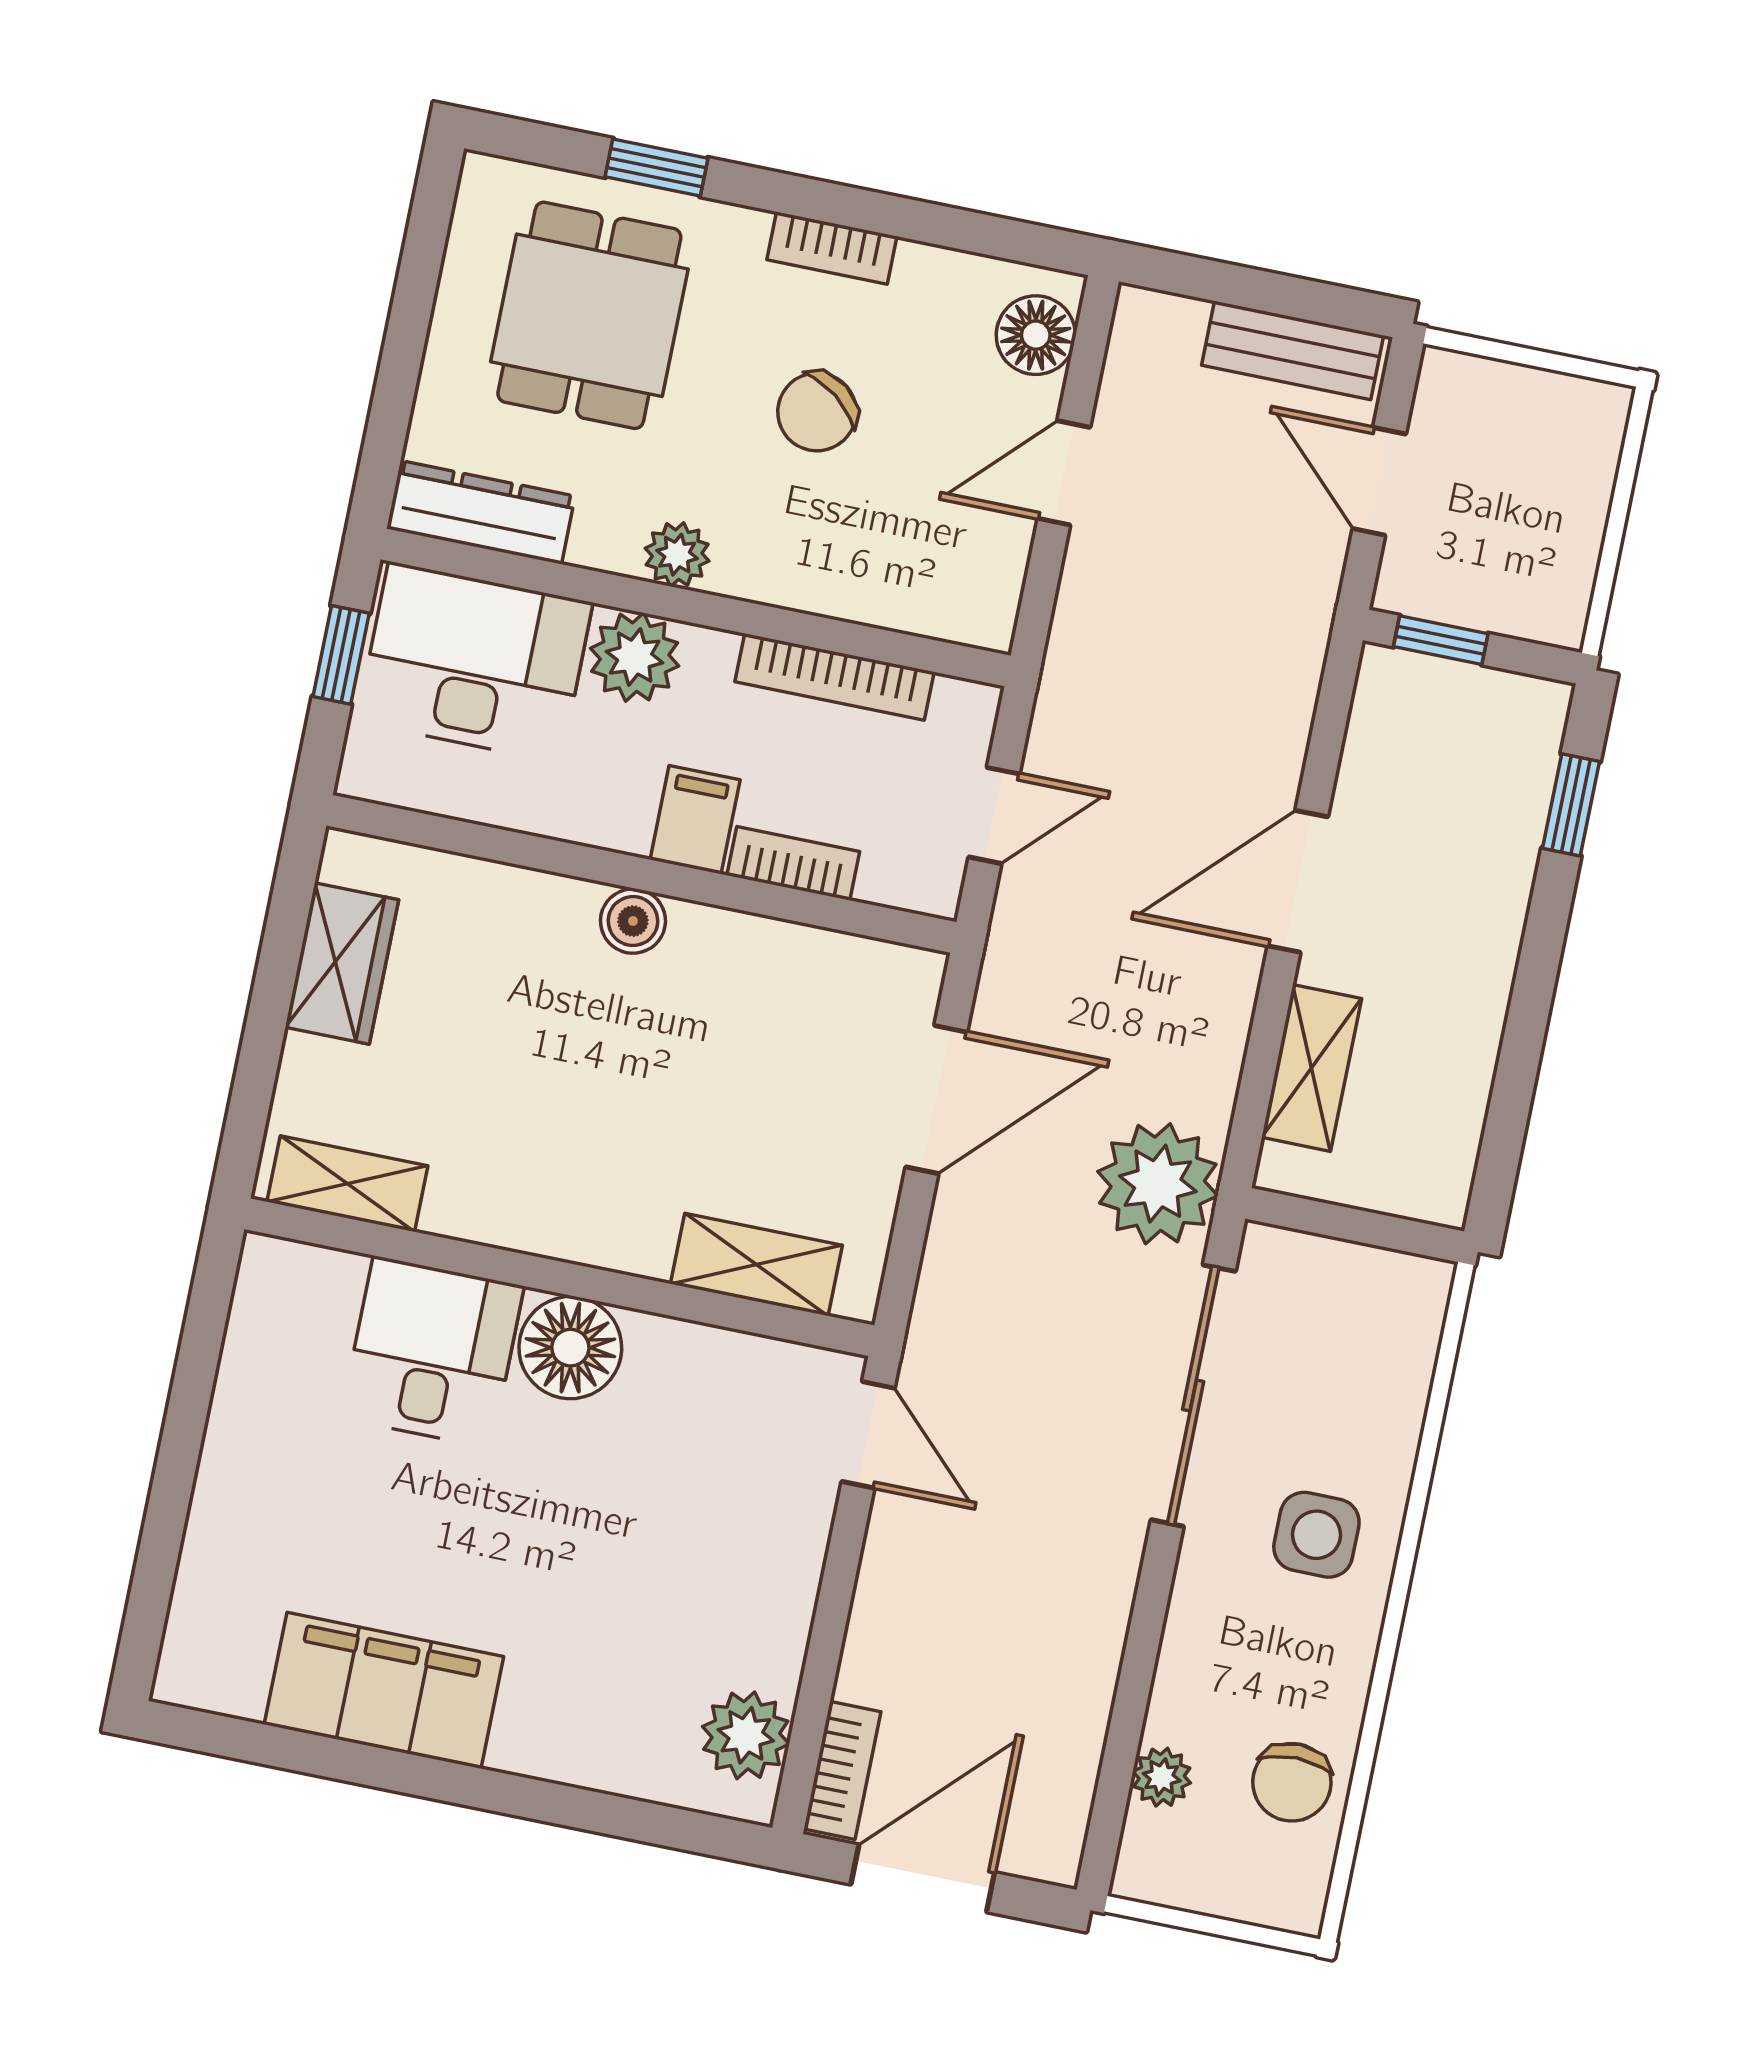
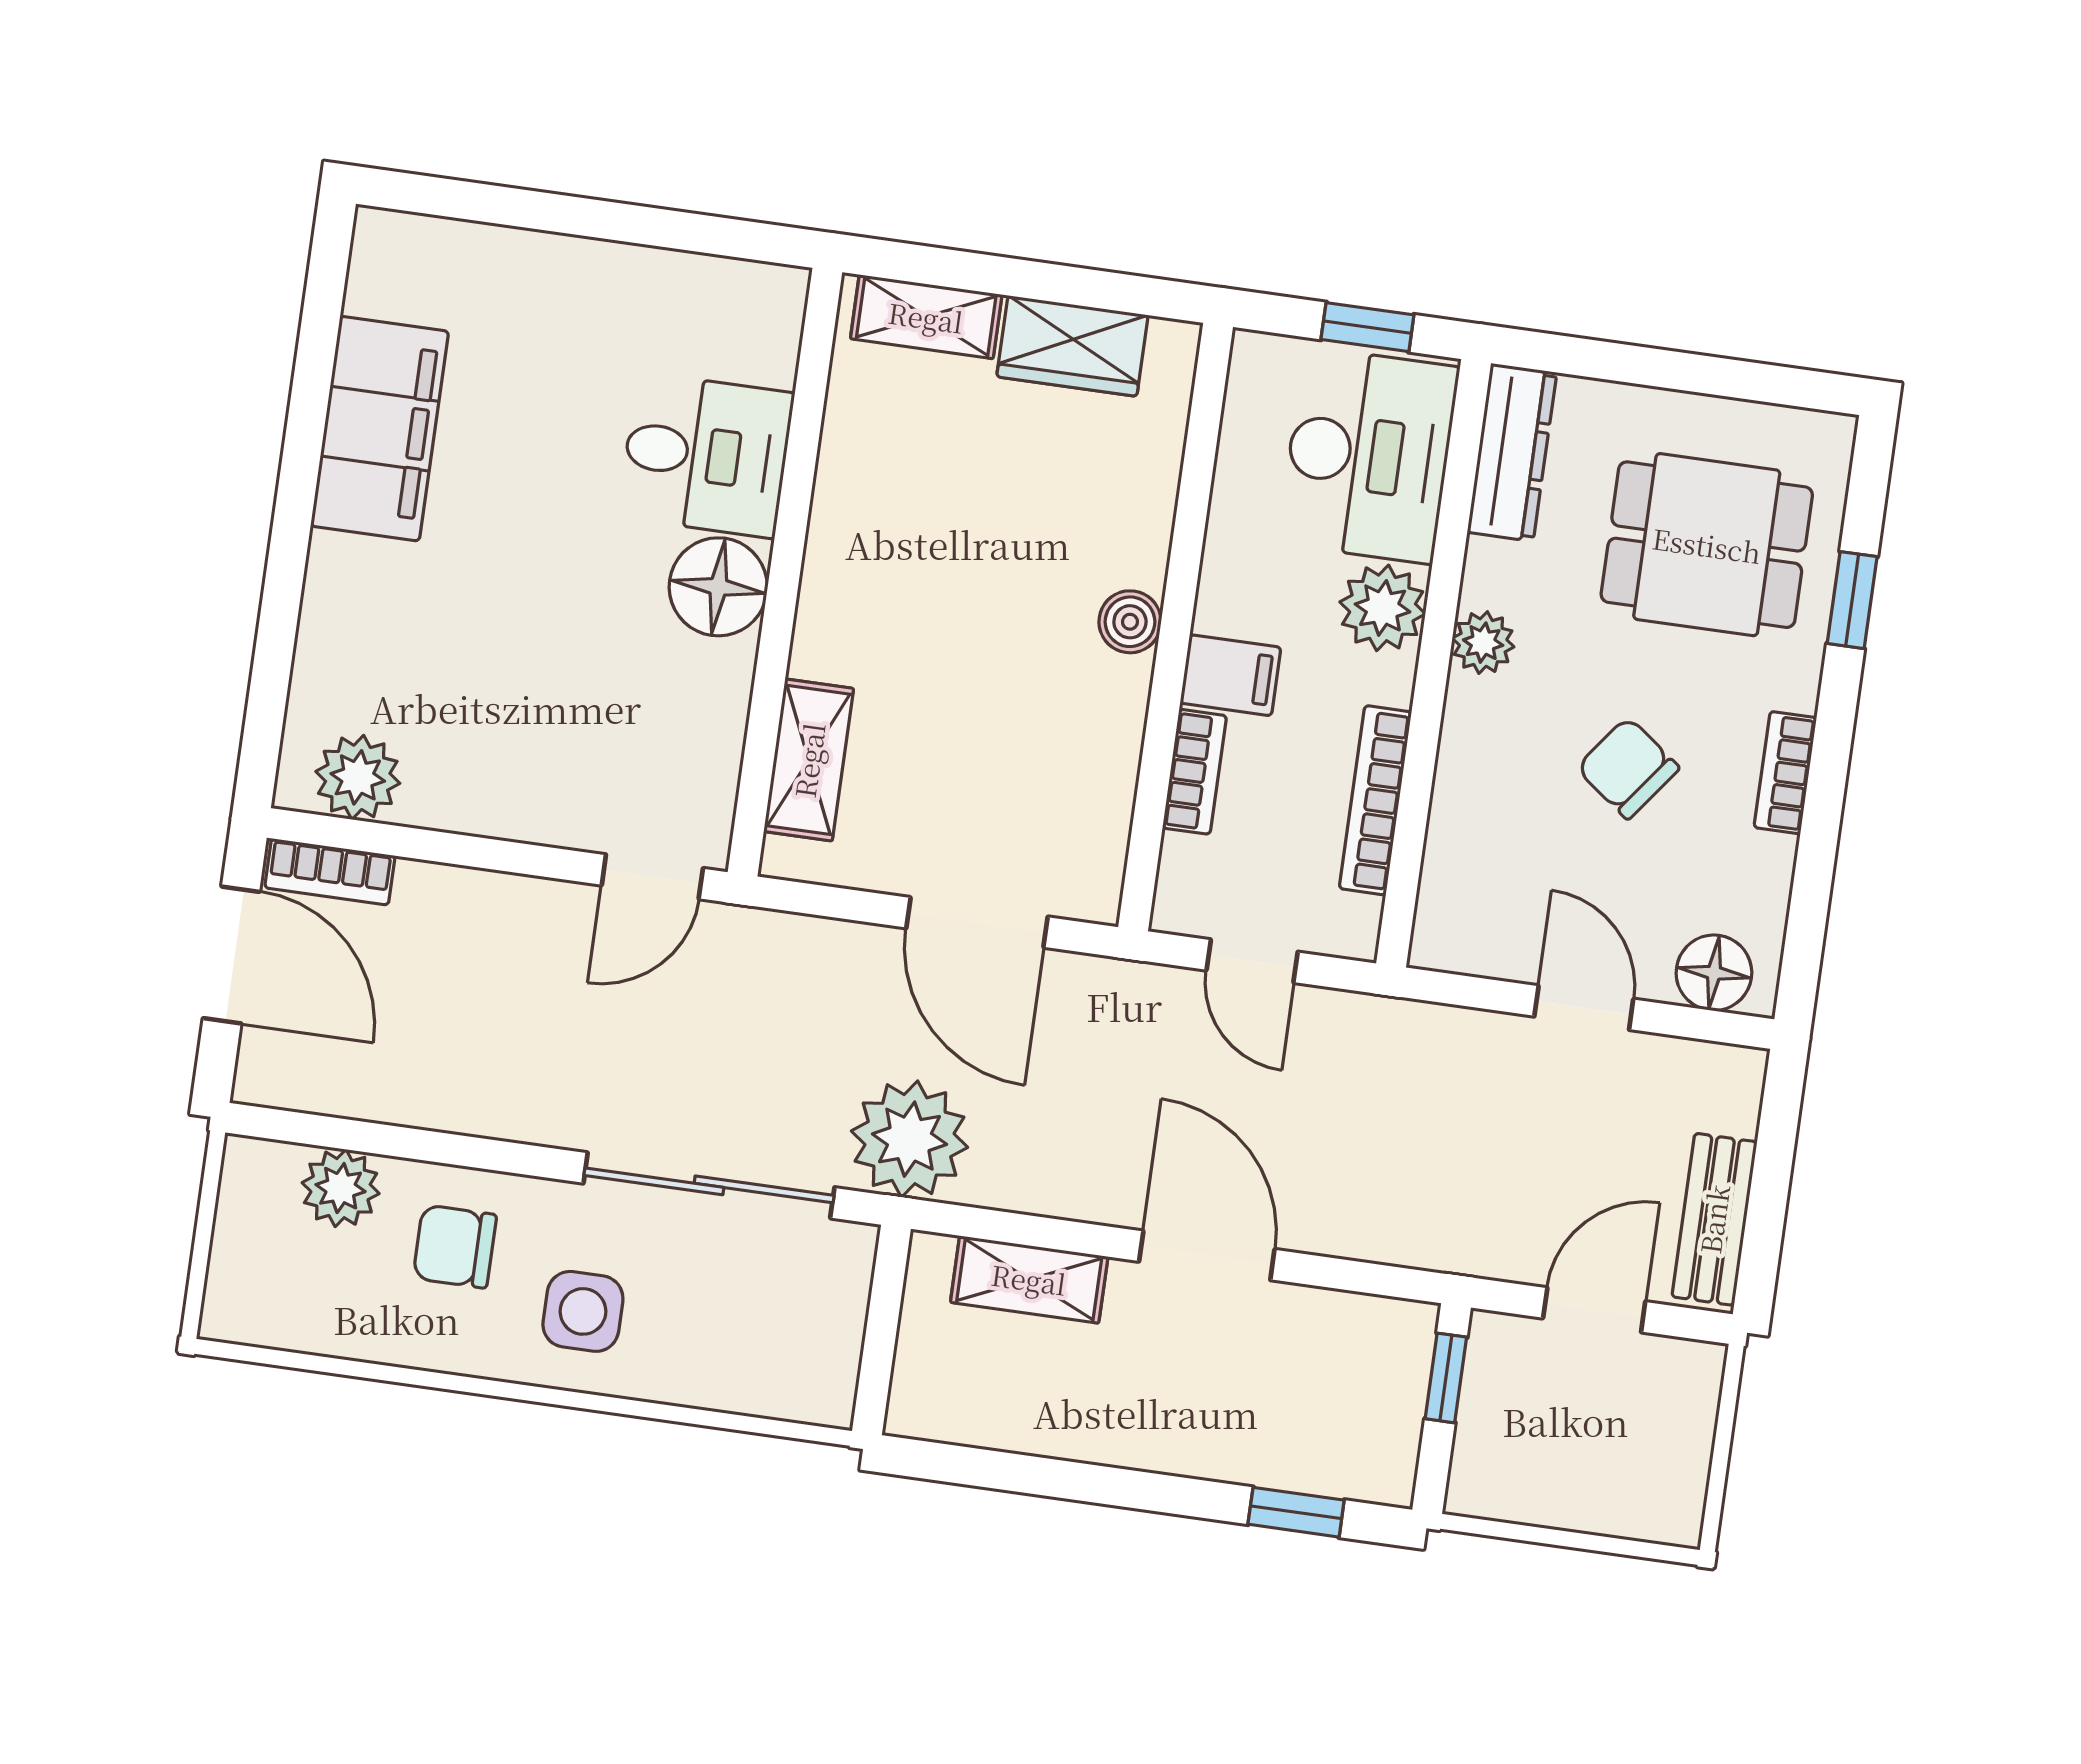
shelving: (347, 1184) -> (926, 317), moved, turned 90
plant: (1162, 1777) -> (341, 1188), width x1.38, depth x1.38
chair: (1292, 1782) -> (455, 1246), moved

